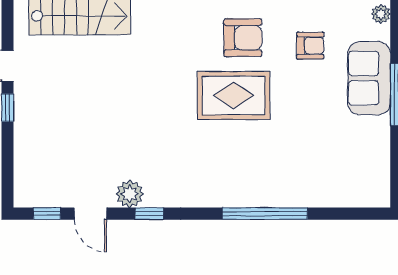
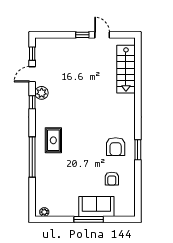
plant: (381, 14) -> (44, 212), moved
rug: (234, 95) -> (53, 140), moved, width x0.73, depth x0.70

